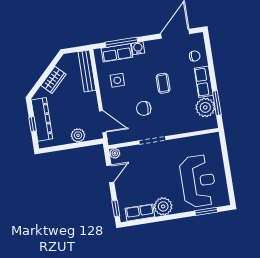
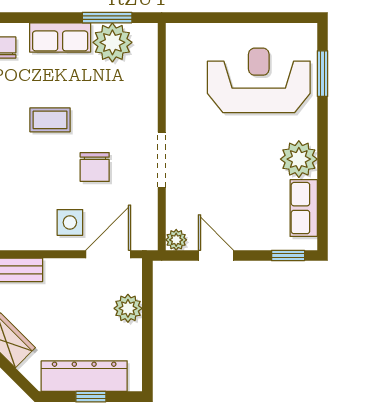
side table: (117, 80) -> (70, 222), moved

